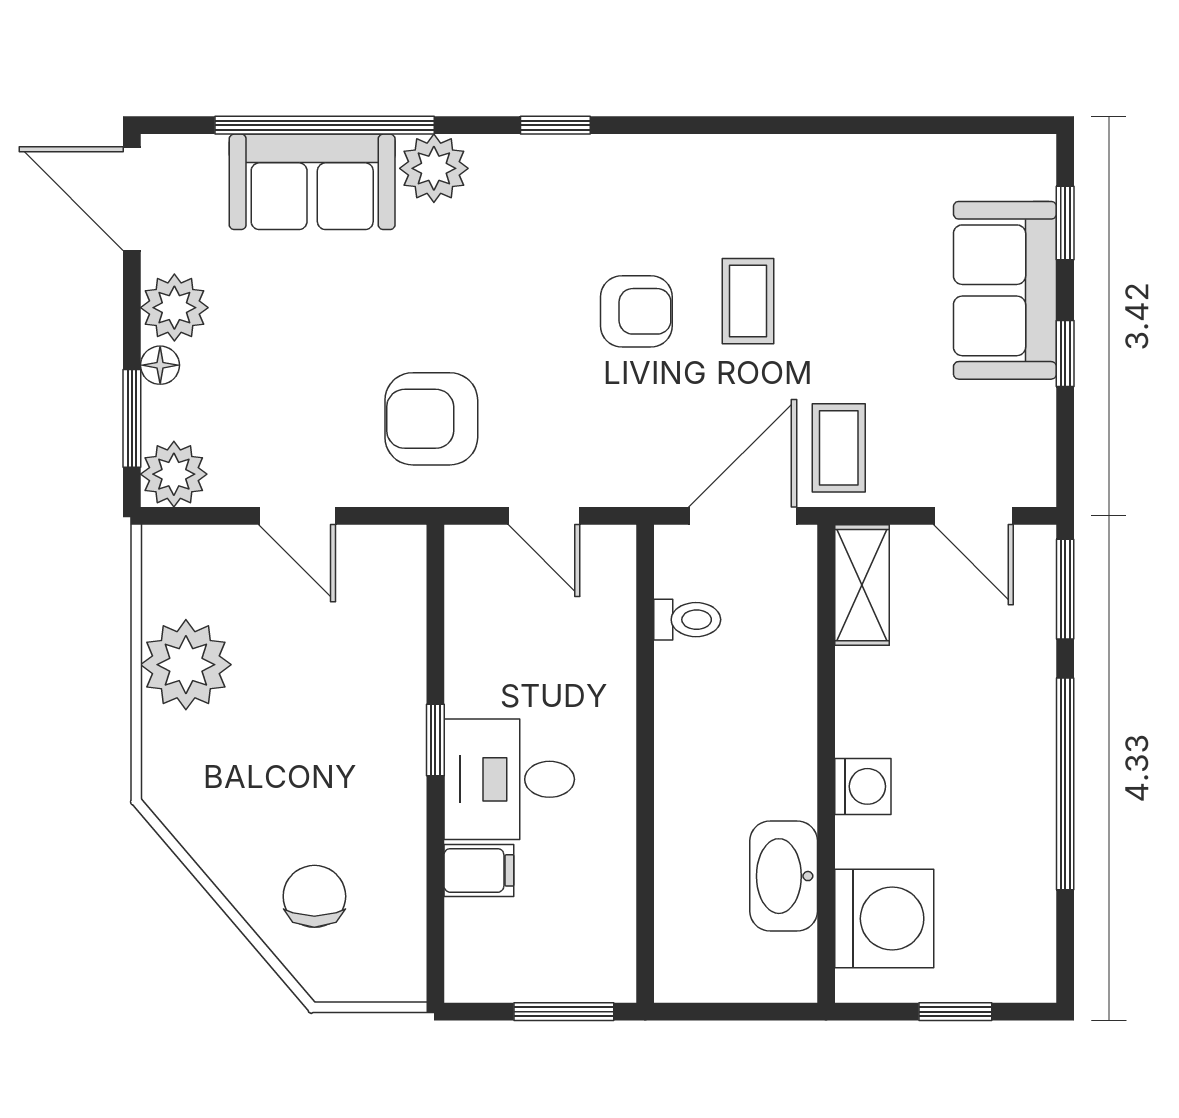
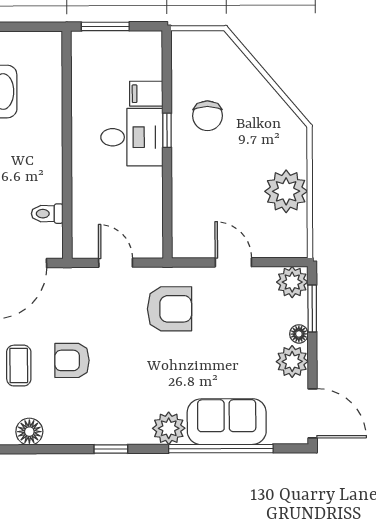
floor lamp: (726, 162) -> (29, 432), added
window: (435, 740) -> (167, 130), moved
chair: (314, 896) -> (207, 116), moved

